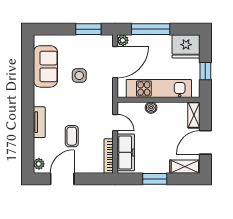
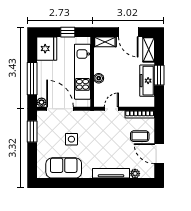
tv unit: (39, 122) -> (111, 173), width x1.41
coffee table: (72, 136) -> (140, 136), moved
freezer: (126, 152) -> (147, 81), moved, turned -90
plant: (39, 164) -> (135, 174), moved

